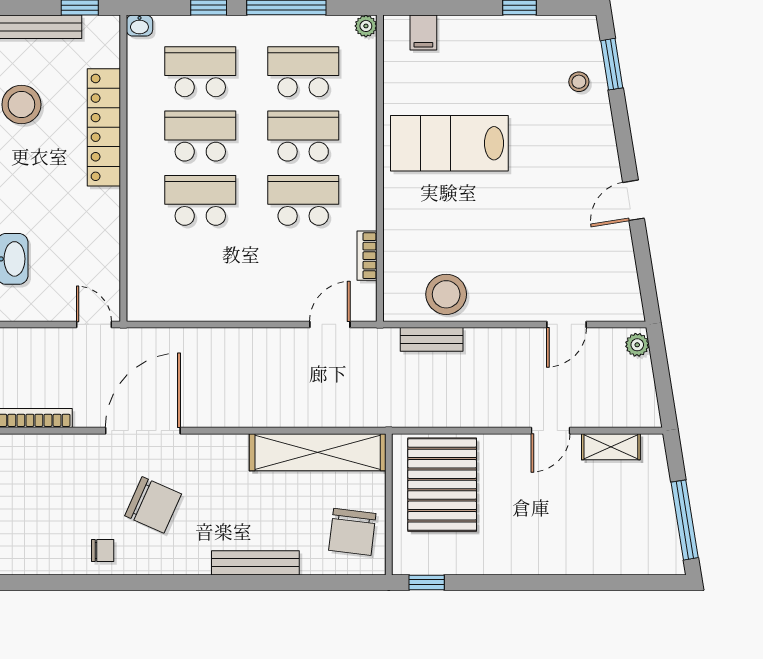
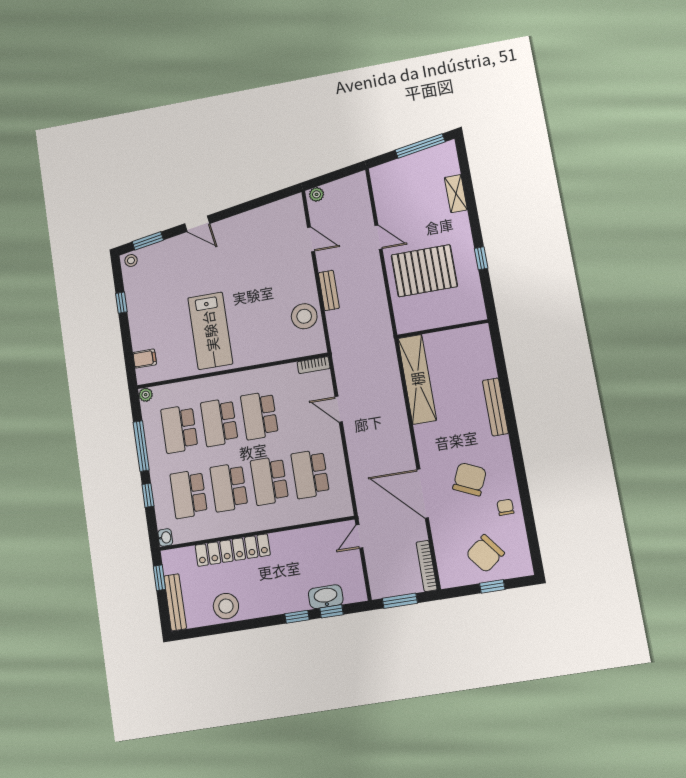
stool: (579, 82) -> (131, 260), moved
door: (634, 200) -> (197, 224), moved
bookcase: (367, 256) -> (314, 365), moved
school desk: (200, 265) -> (310, 474), added
door: (330, 324) -> (339, 409), moved
bench: (432, 339) -> (329, 290), moved
shelving: (611, 447) -> (456, 194), moved
pallet: (442, 485) -> (424, 271), moved
chair: (352, 532) -> (485, 554), moved, turned 135
window: (427, 582) -> (481, 258), moved

